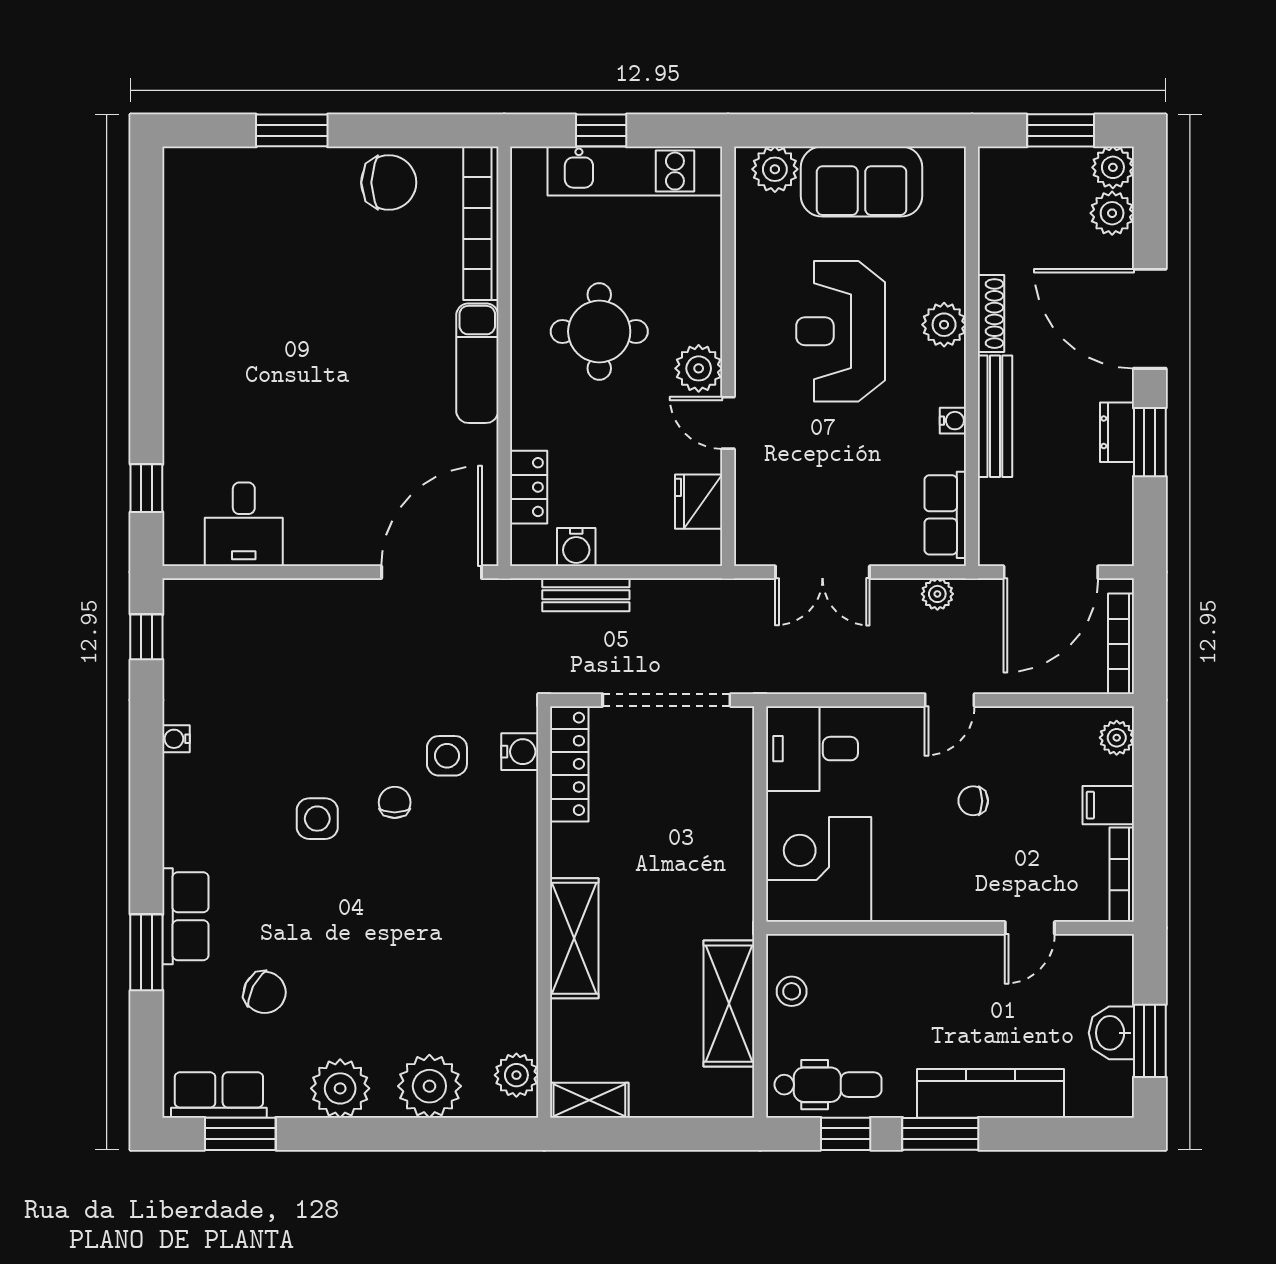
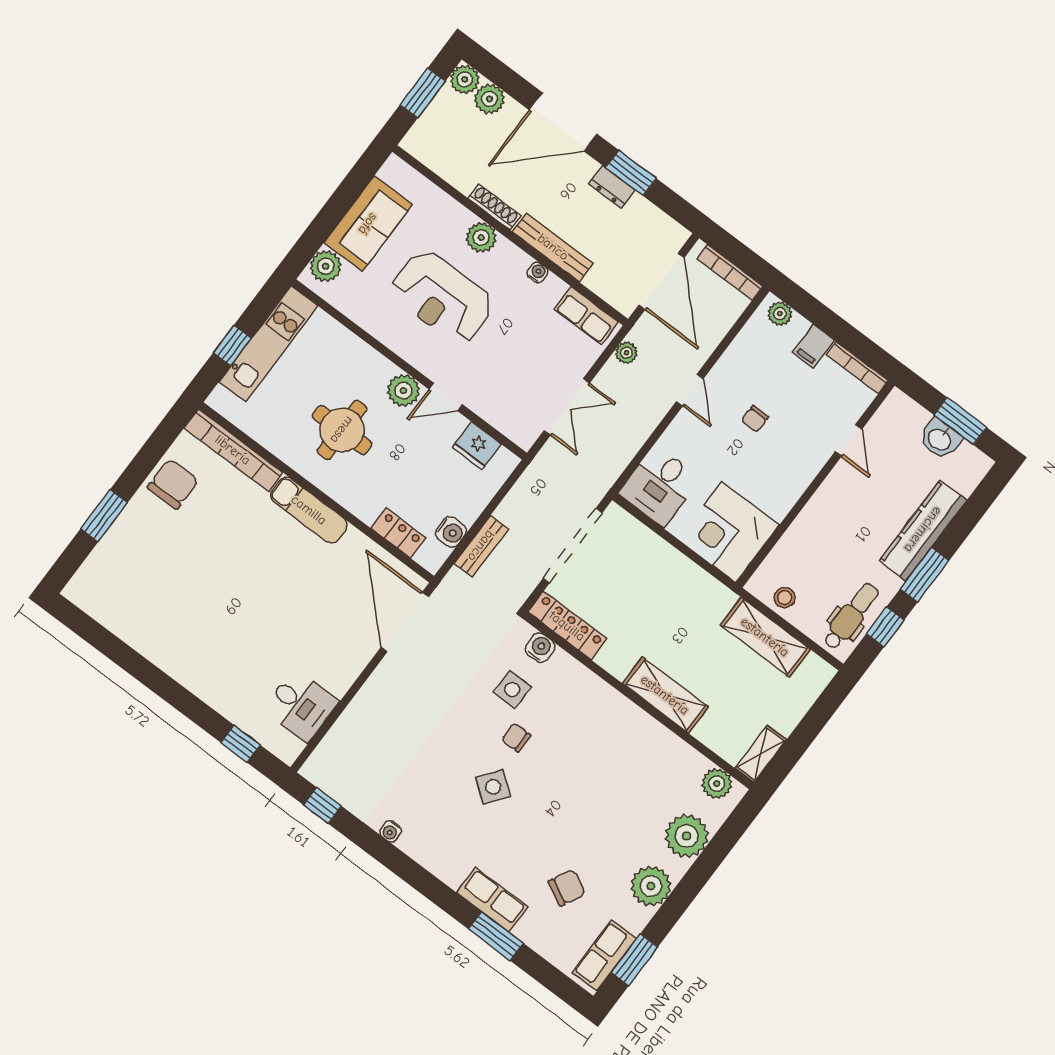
side table: (317, 819) -> (493, 787), turned 37

